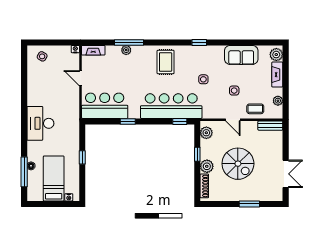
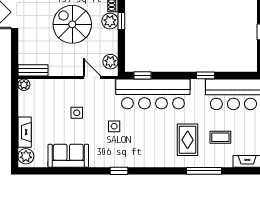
plant: (126, 50) -> (207, 162), removed
rug: (166, 62) -> (188, 140), moved
plant: (278, 101) -> (24, 85), moved
coffee table: (255, 109) -> (220, 137), moved
door: (233, 120) -> (92, 77), moved
window: (197, 154) -> (121, 21), moved

